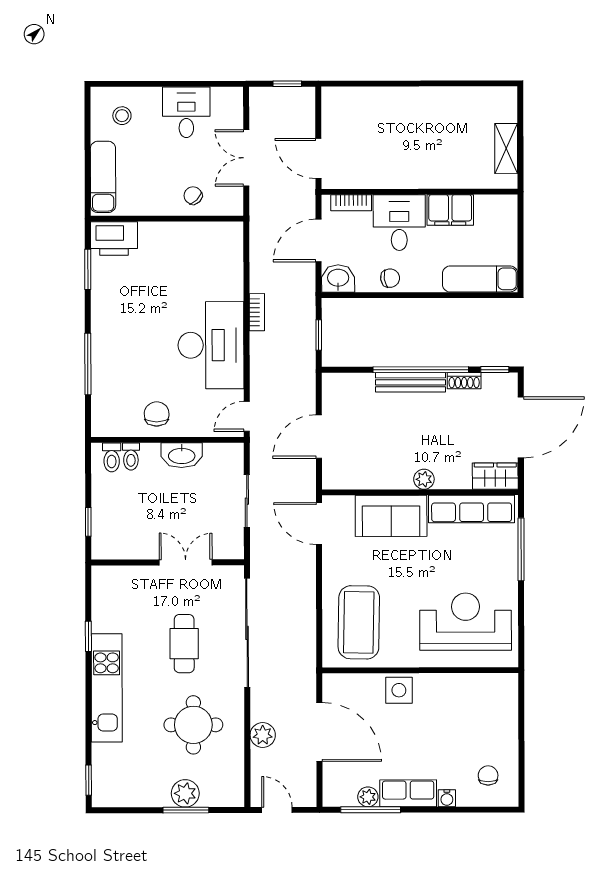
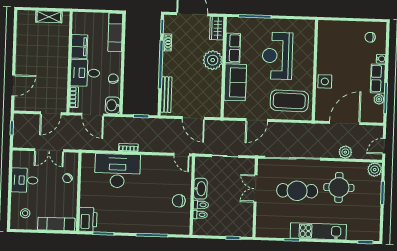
door: (370, 84) -> (13, 85), added
desk: (211, 345) -> (117, 171), moved
bench: (410, 382) -> (166, 95), moved
toilet: (112, 457) -> (201, 205), moved
plant: (424, 479) -> (213, 60), width x1.87, depth x1.87
row of seats: (472, 509) -> (233, 48), width x0.68
door: (319, 524) -> (257, 120), moved
reception desk: (466, 622) -> (277, 56), moved
cafe table: (184, 644) -> (297, 191), width x1.37, depth x1.35
plant: (185, 793) -> (375, 170), moved

